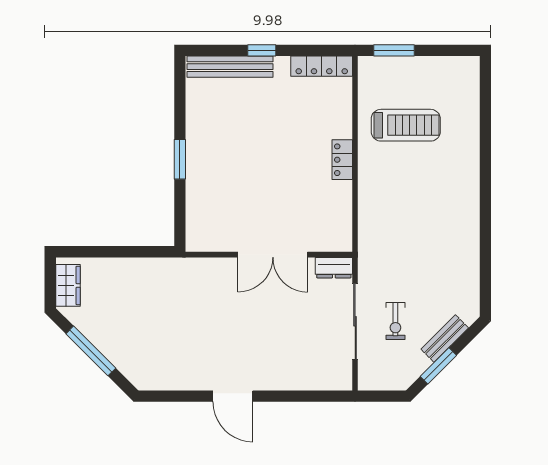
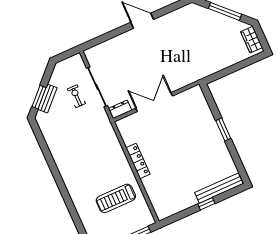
locker: (322, 66) -> (172, 209), removed
locker: (342, 160) -> (138, 161), width x1.53
window: (438, 366) -> (39, 97), moved

